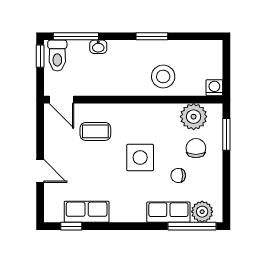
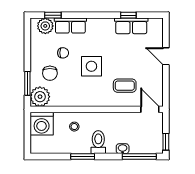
toilet: (57, 56) -> (98, 142), moved
stool: (163, 77) -> (74, 127), width x0.53, depth x0.53
washing machine: (214, 88) -> (42, 124), width x1.89, depth x1.89
plant: (194, 117) -> (40, 97), moved
window: (71, 226) -> (128, 15), moved
window: (192, 226) -> (53, 15), width x0.46

